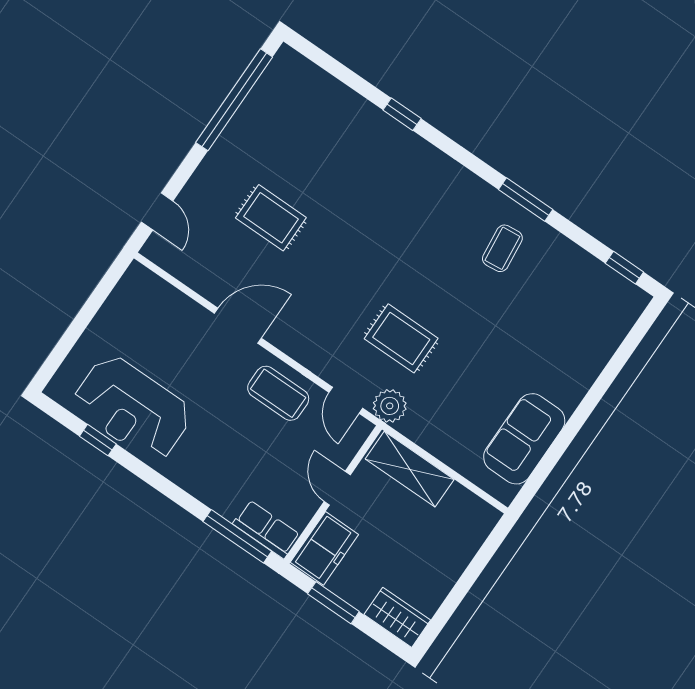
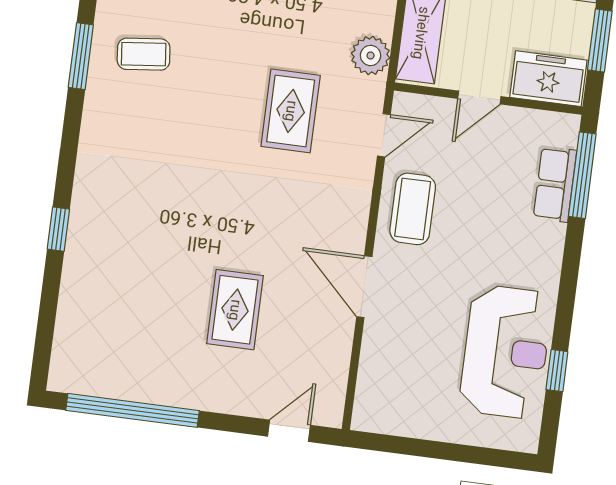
plant: (390, 406) -> (371, 56), moved
row of seats: (266, 529) -> (555, 184), moved

